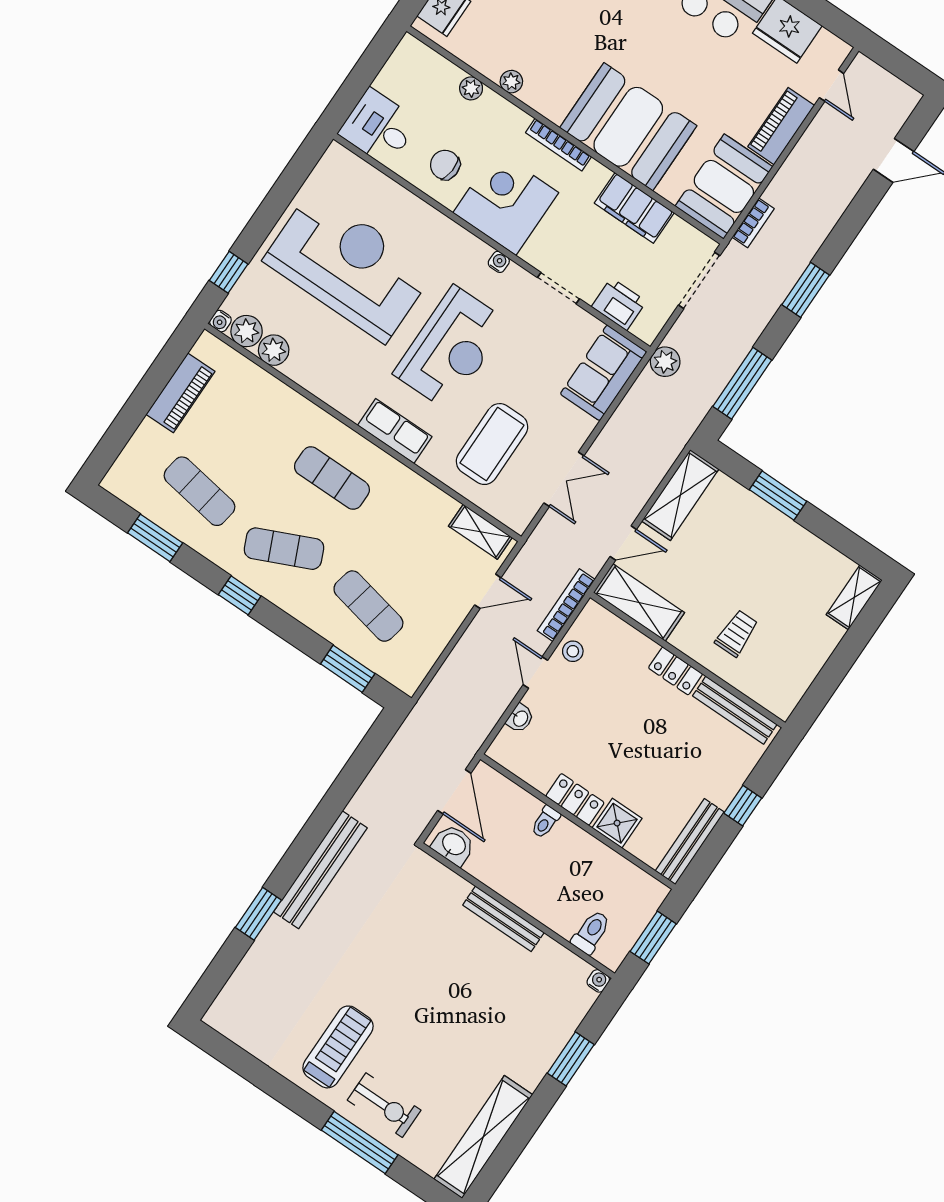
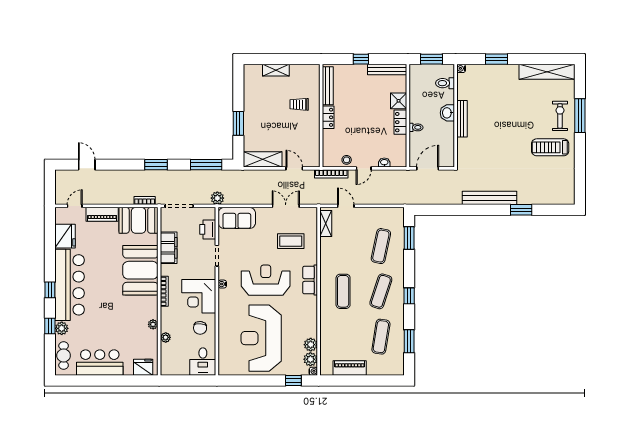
coffee table: (492, 444) -> (291, 241), width x0.73, depth x0.76
exercise mat: (284, 549) -> (381, 291), turned 42
shelving: (854, 597) -> (276, 70), moved
shelving: (639, 603) -> (312, 148), removed
washbasin: (453, 845) -> (447, 113), moved

